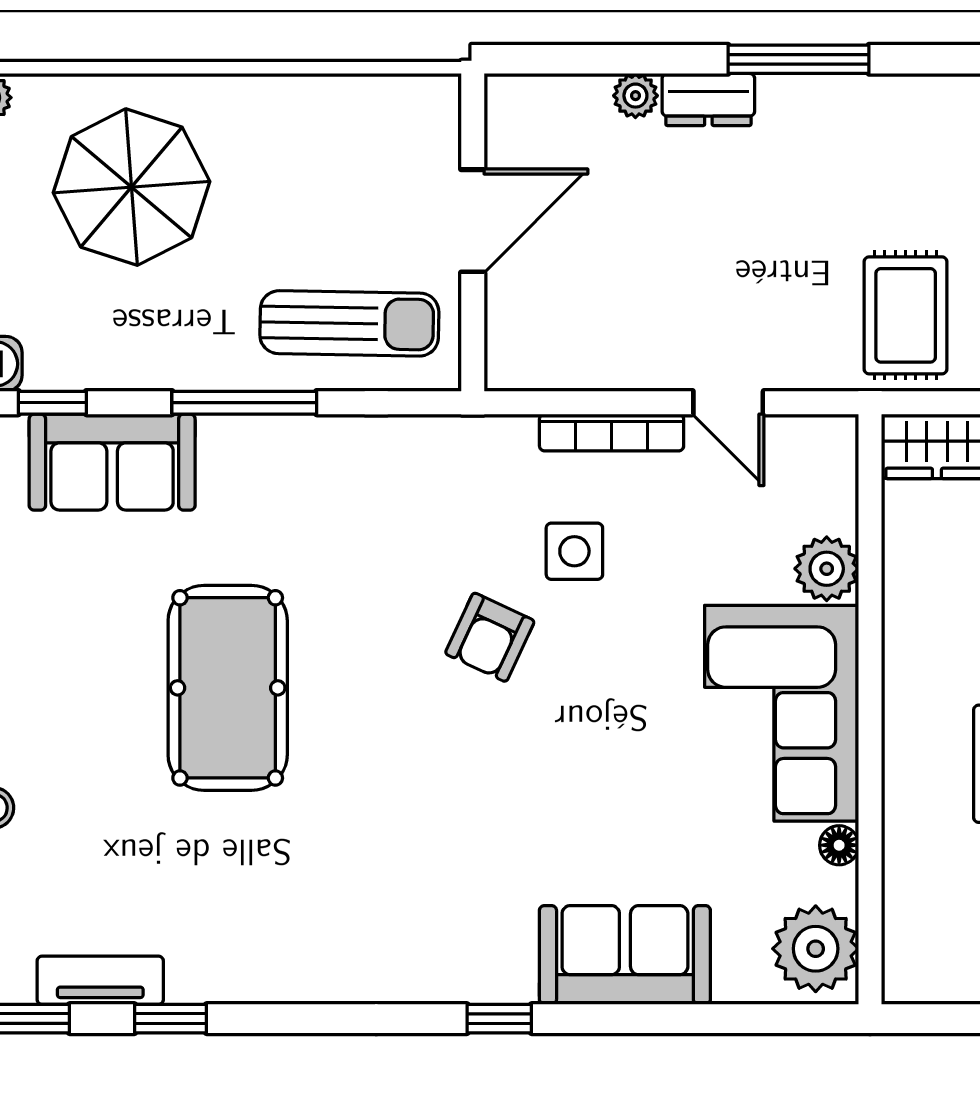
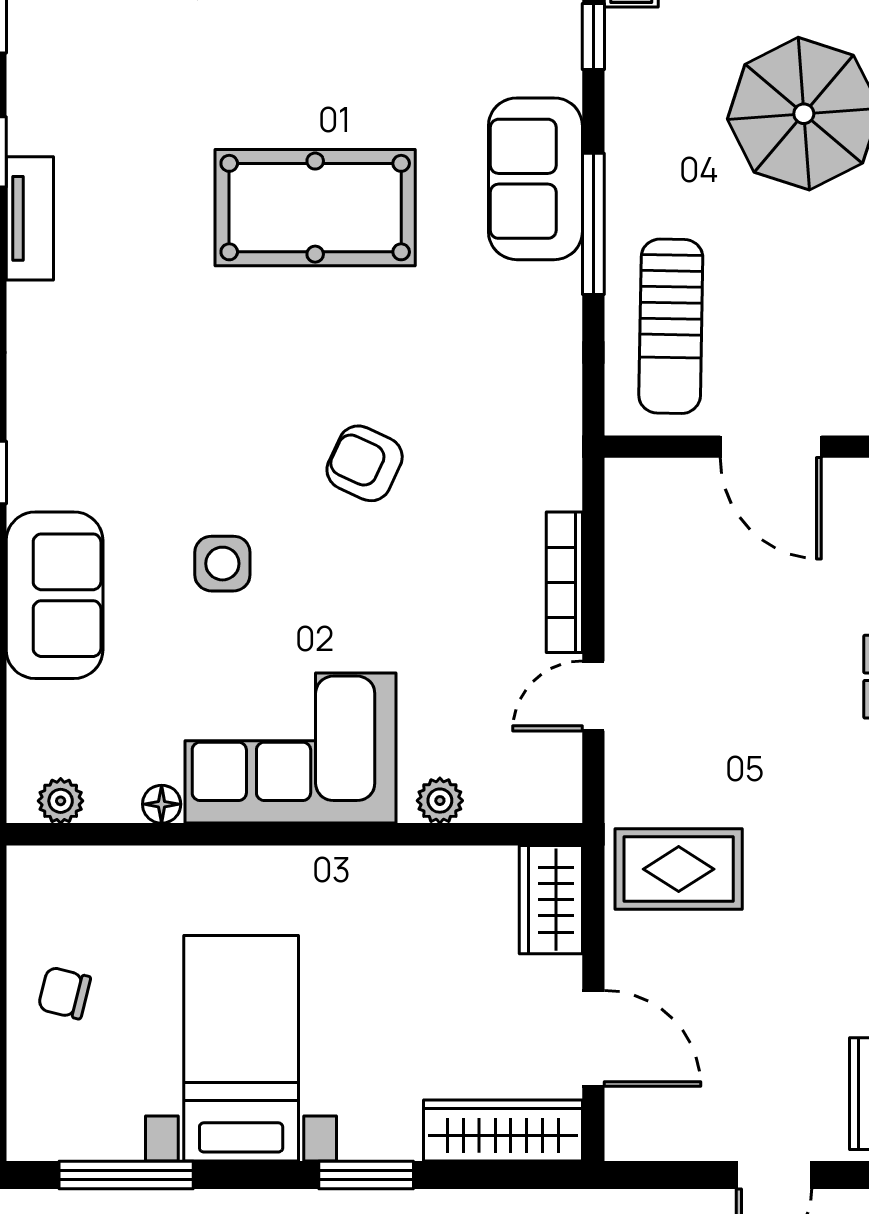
sofa: (112, 462) -> (535, 179), moved
side table: (574, 551) -> (222, 564), moved
plant: (827, 569) -> (440, 801), width x0.73, depth x0.73
plant: (816, 949) -> (61, 801), width x0.53, depth x0.53
tv unit: (100, 980) -> (30, 218), moved

